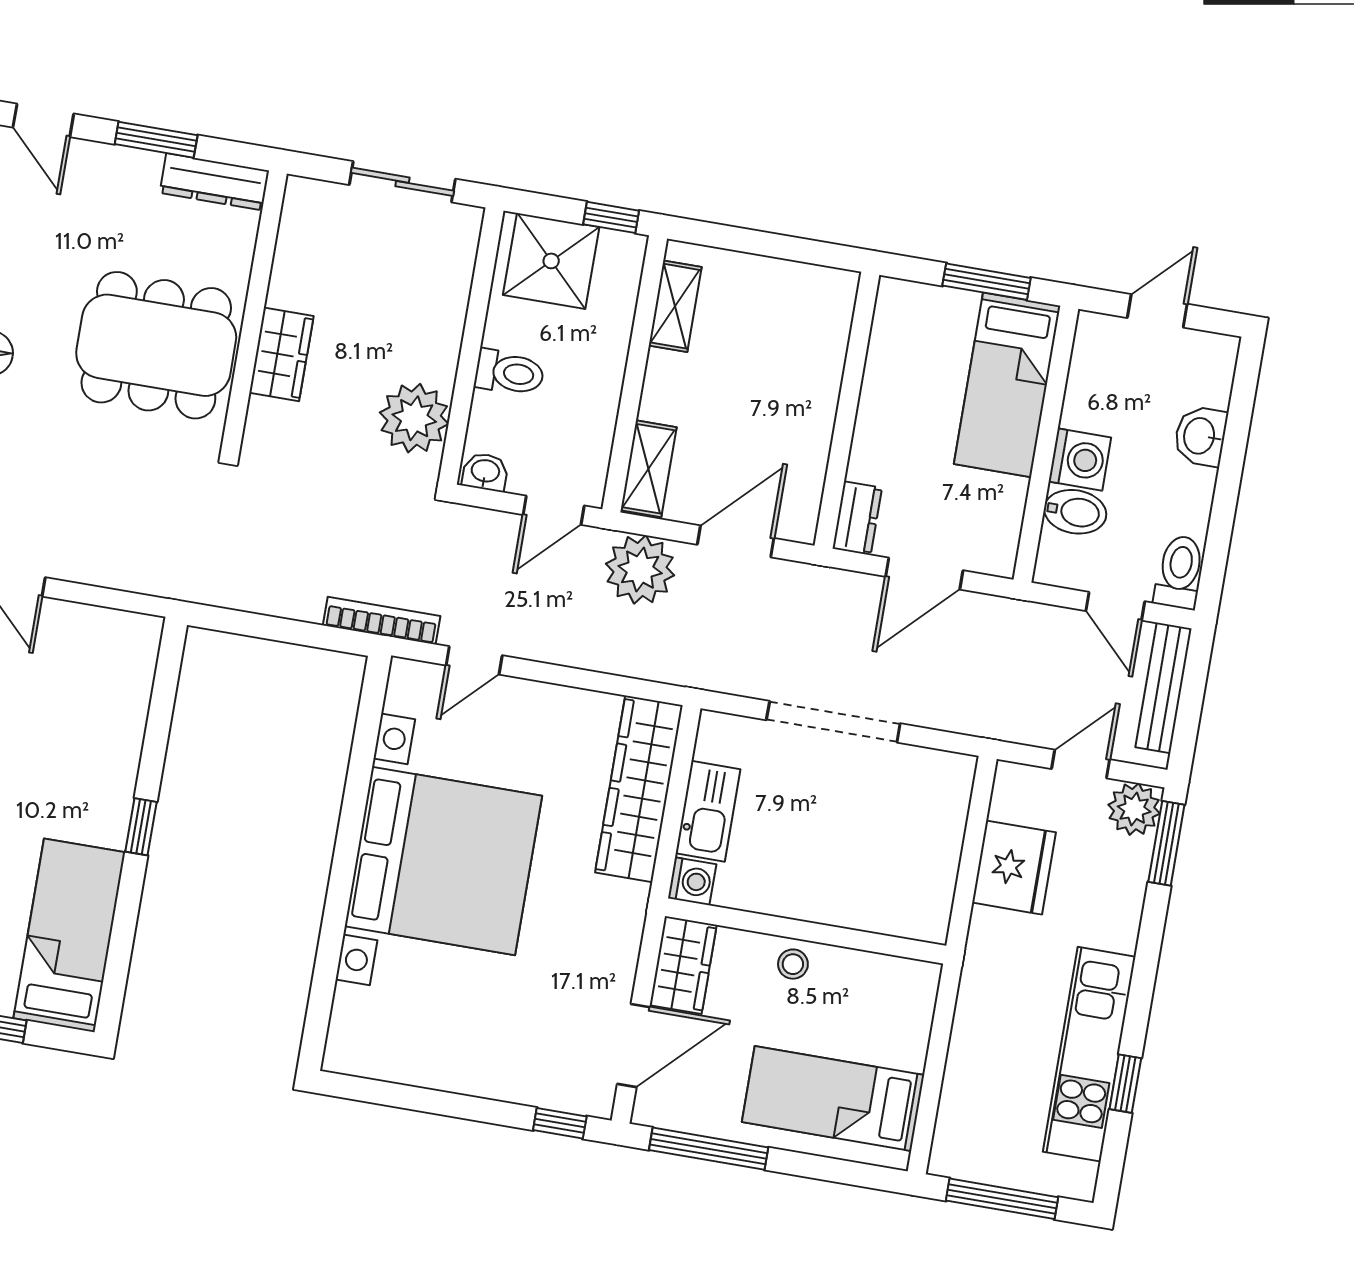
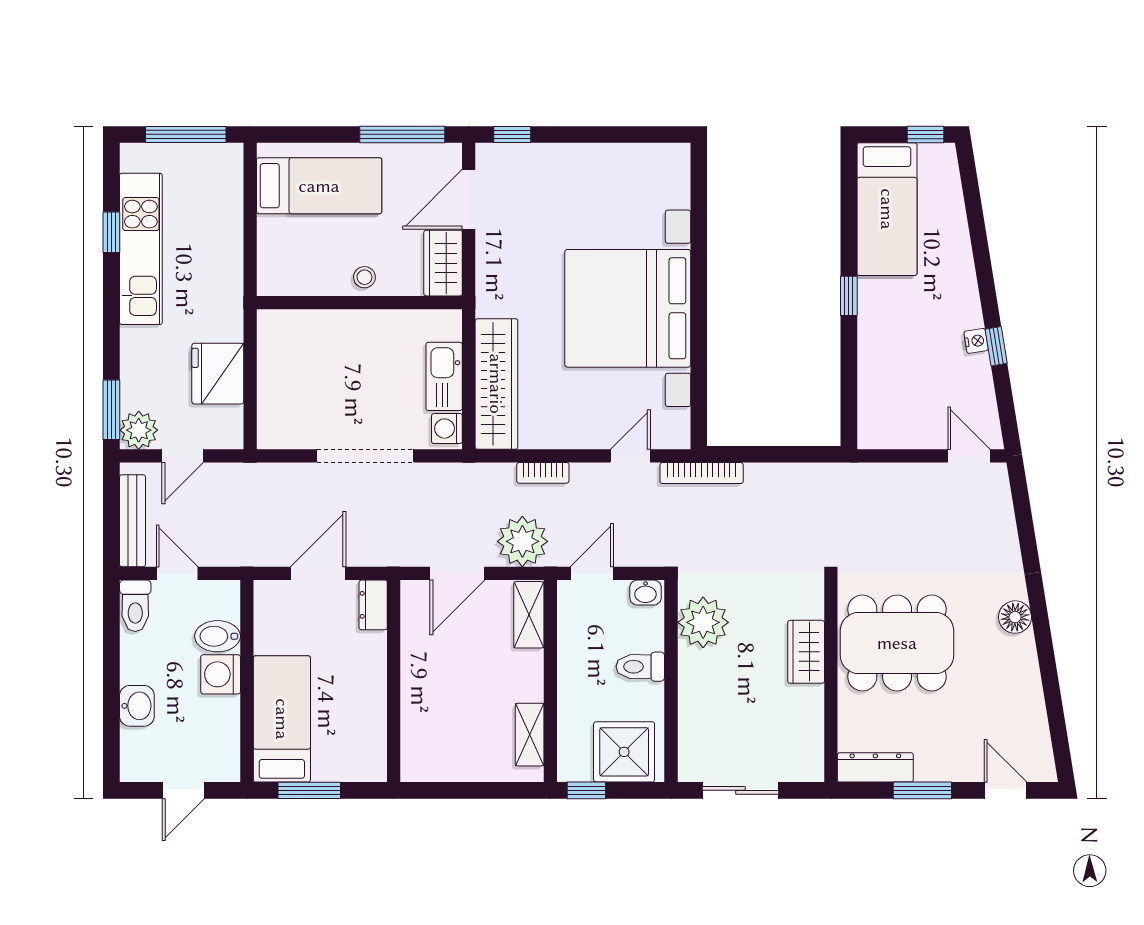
bookcase: (597, 658) -> (543, 473), added
washing machine: (692, 881) -> (447, 429), moved

